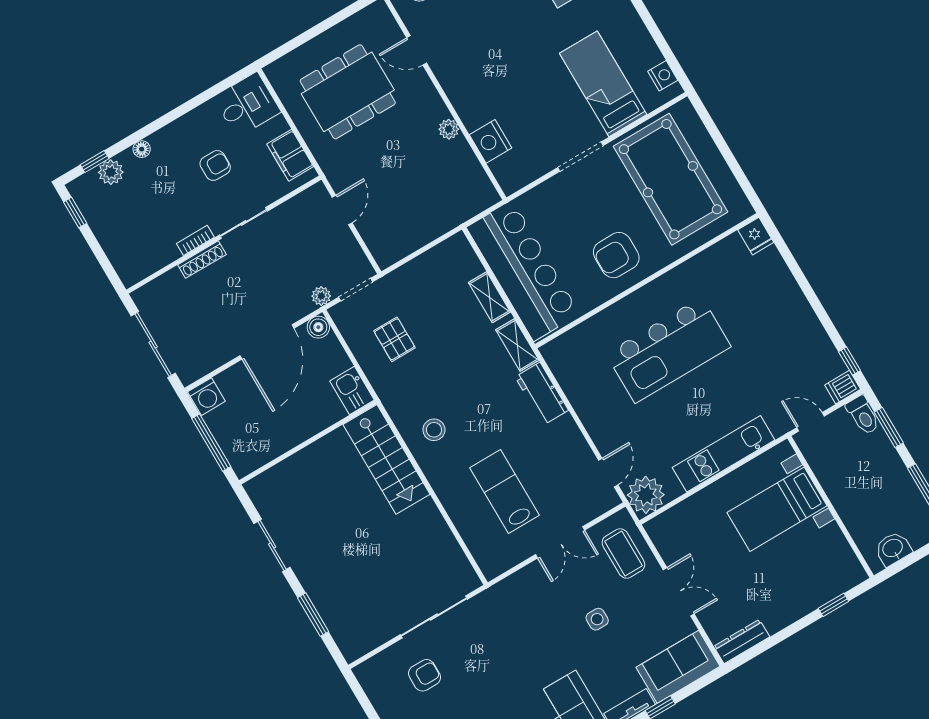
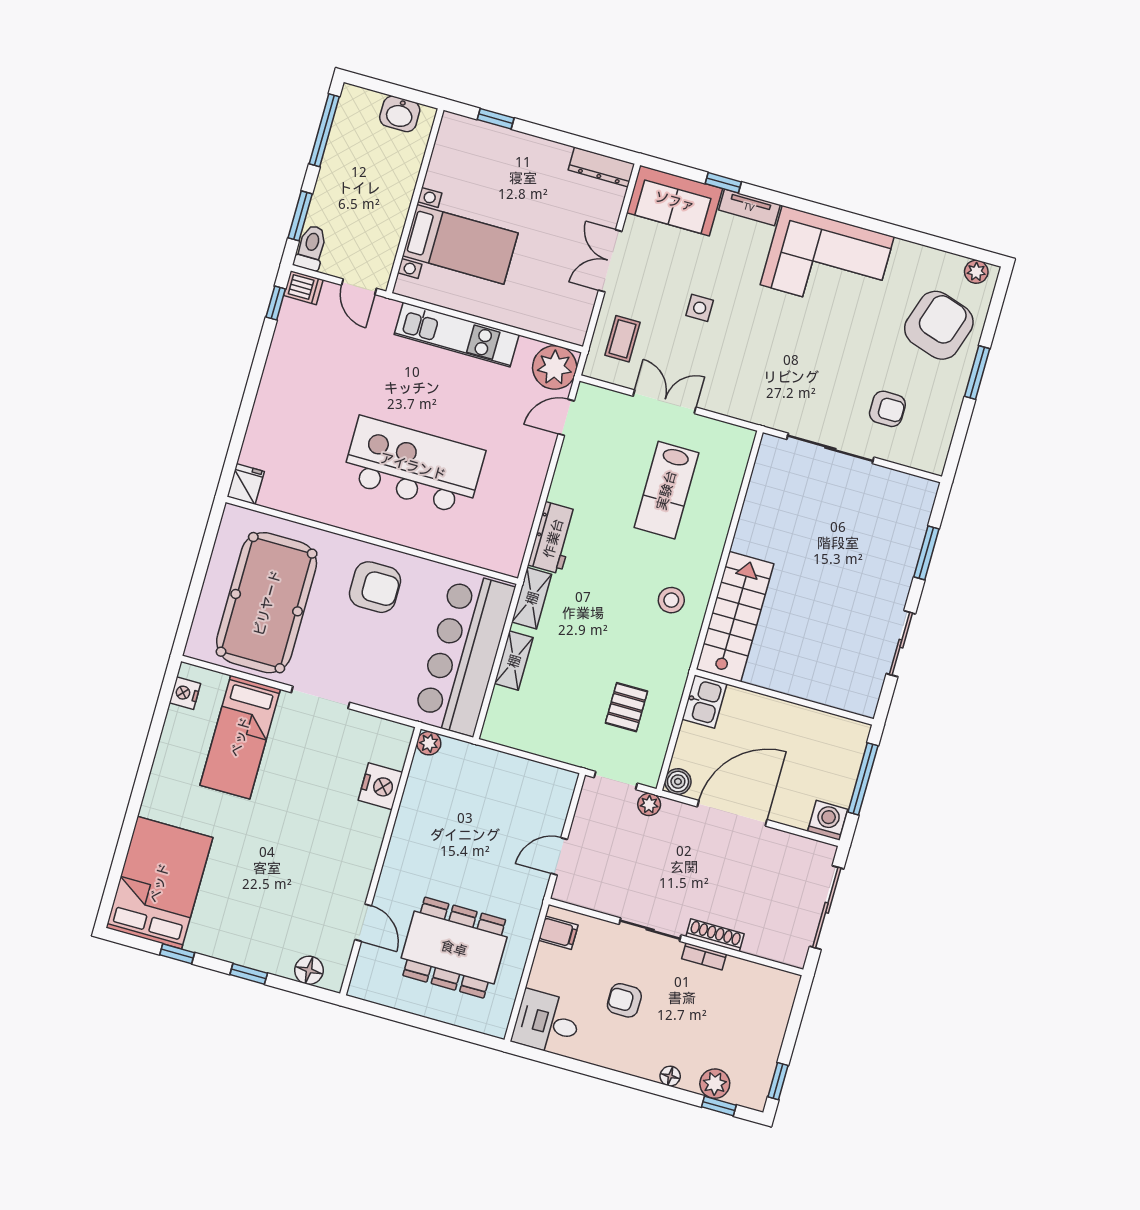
plant: (449, 129) -> (429, 743), moved
filing cabinet: (290, 155) -> (558, 933), width x0.50
coffee table: (623, 554) -> (623, 339), width x0.73, depth x0.77
armchair: (425, 675) -> (887, 409), turned 180

